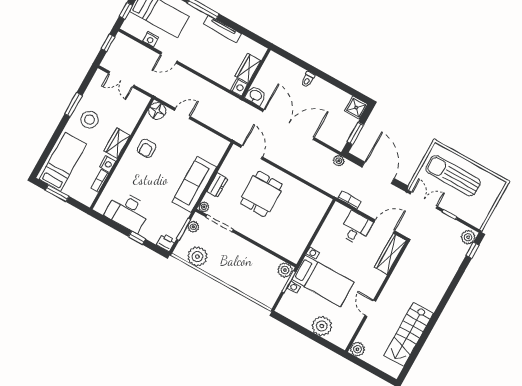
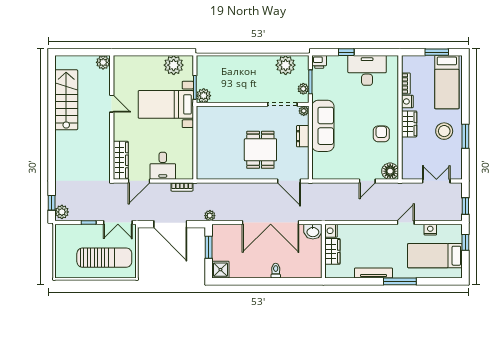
plant: (322, 326) -> (174, 65), moved

